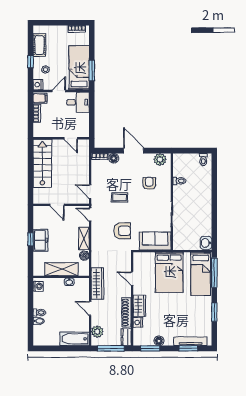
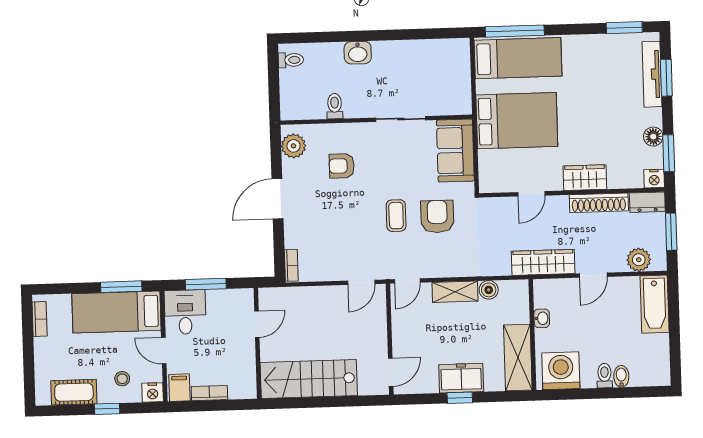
window: (92, 113) -> (206, 284), added
floor lamp: (114, 158) -> (294, 238), removed
coffee table: (120, 197) -> (396, 216), moved
door: (57, 205) -> (391, 372), moved
washbasin: (206, 243) -> (358, 53), moved
shelving: (62, 269) -> (518, 358), moved
washing machine: (38, 286) -> (561, 371), width x1.89, depth x1.89
window: (214, 312) -> (624, 28), moved
nightstand: (138, 322) -> (654, 179), moved
window: (111, 348) -> (671, 232), width x0.69

